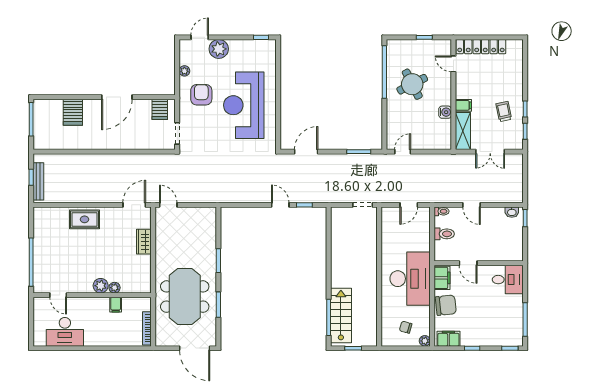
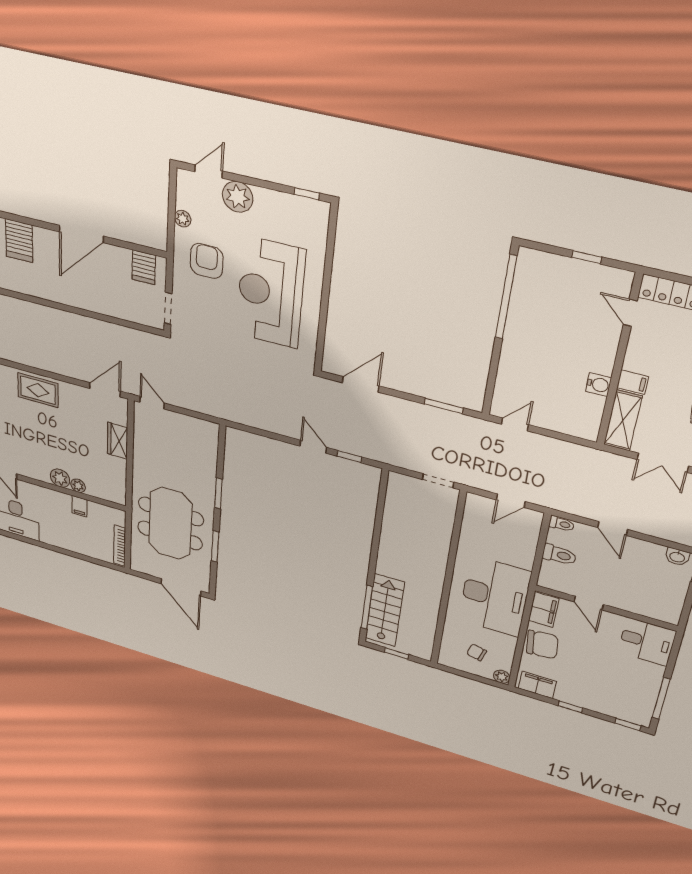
round table: (412, 84) -> (551, 328), removed

